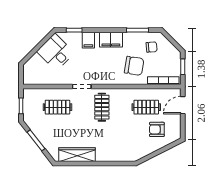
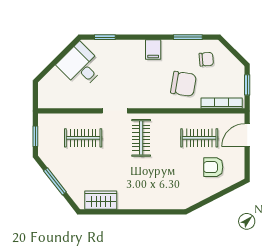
filing cabinet: (88, 40) -> (123, 50), removed
filing cabinet: (111, 40) -> (153, 49), width x0.50
wardrobe: (77, 155) -> (101, 200), width x0.67

